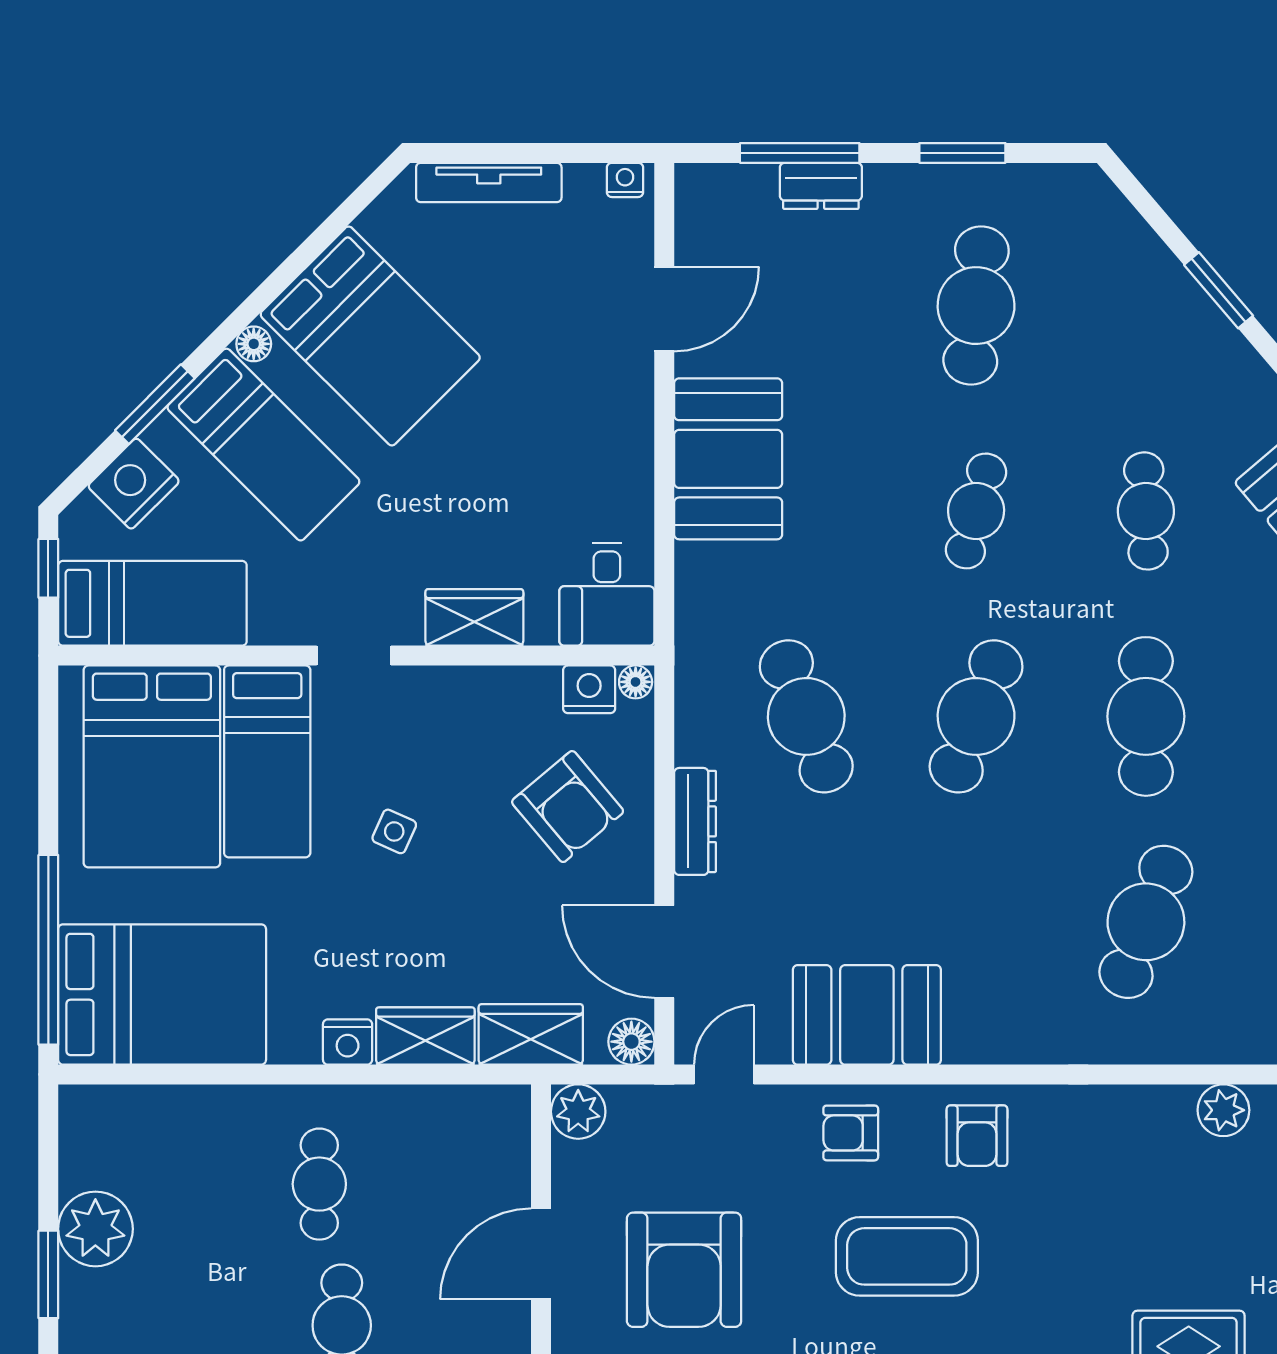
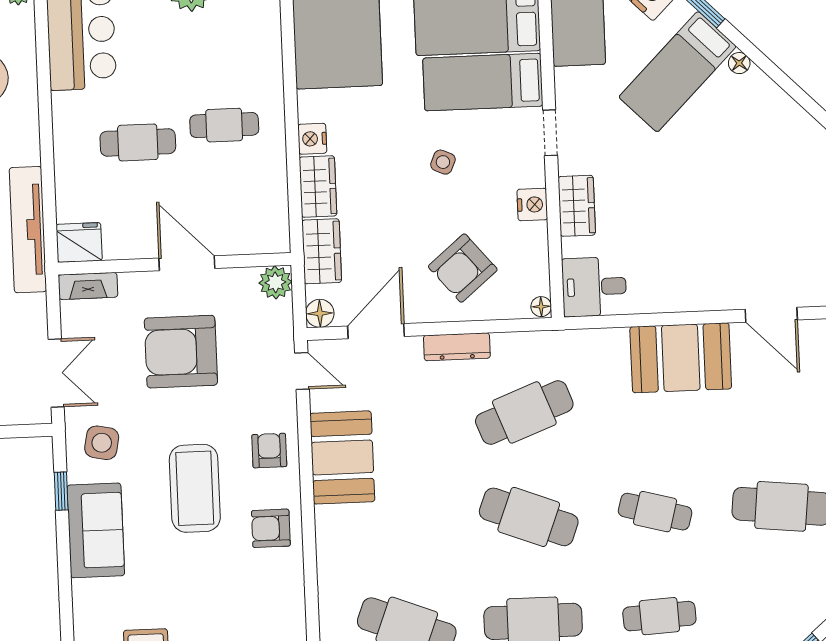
bed: (370, 336) -> (747, 134), removed
nightstand: (589, 689) -> (532, 205), moved

